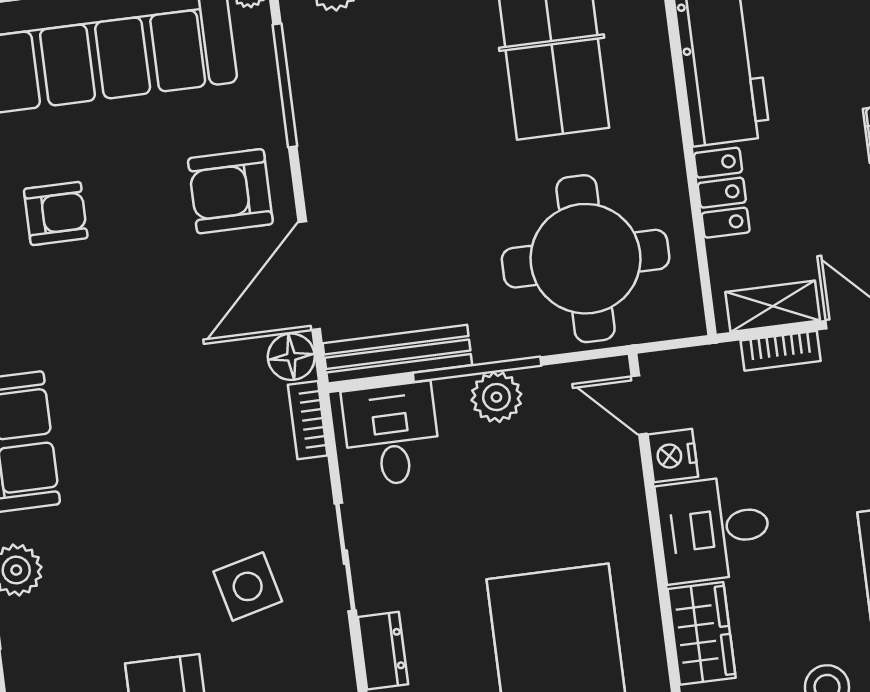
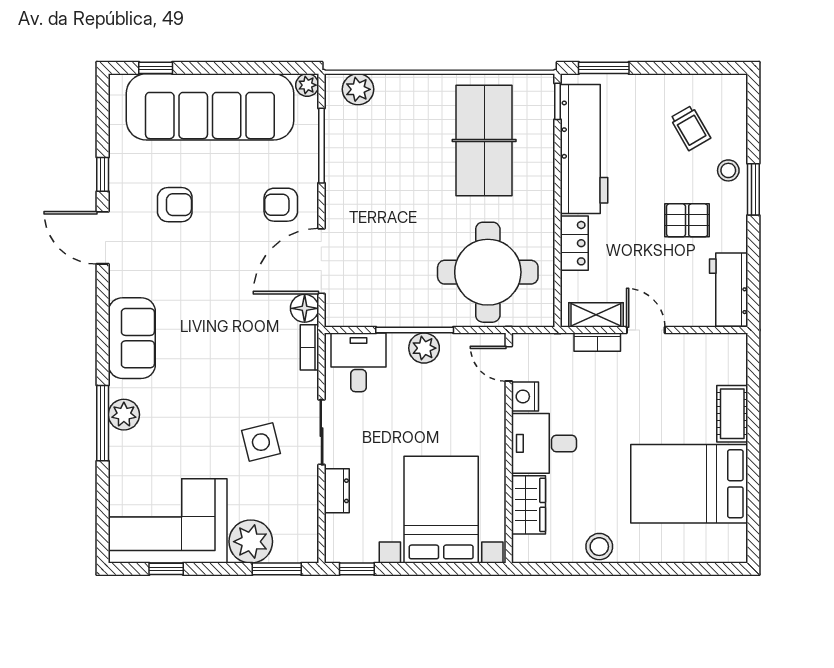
armchair: (230, 191) -> (281, 205), width x0.72, depth x0.72
bench: (397, 354) -> (368, 315), removed

